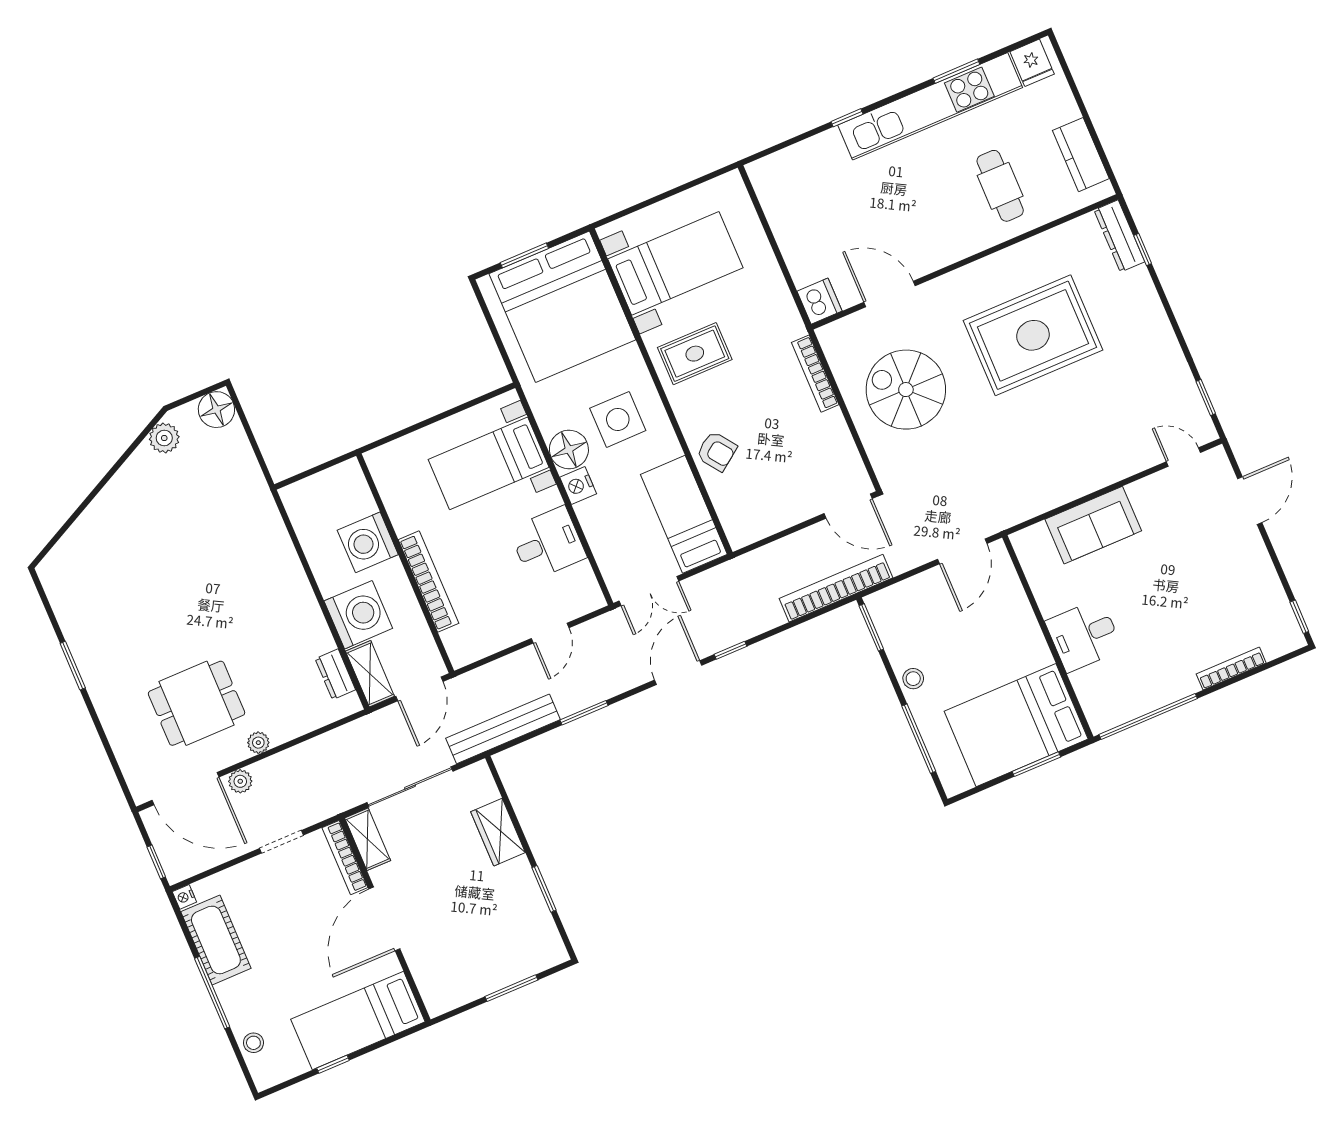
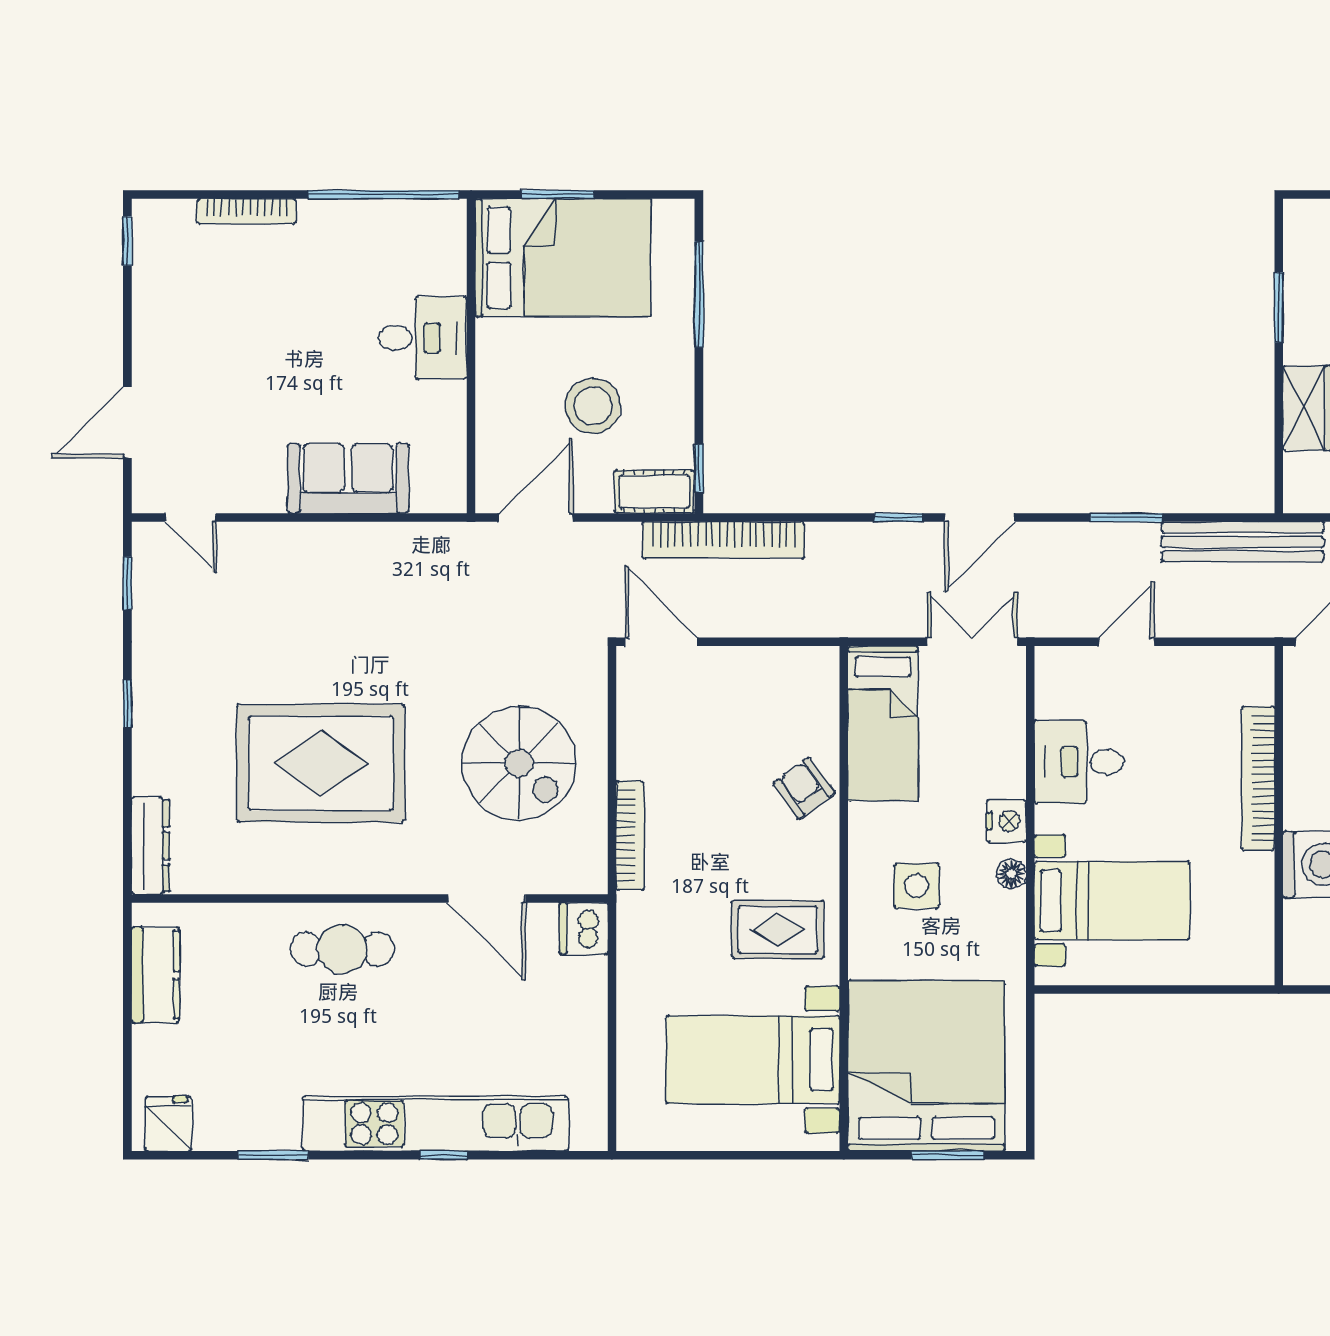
kitchen unit: (930, 106) -> (435, 1124), moved
cafe table: (1000, 186) -> (342, 949), moved, turned 90
window: (1143, 249) -> (127, 704), moved
side table: (618, 419) -> (917, 886), width x0.73, depth x0.73
floor lamp: (569, 449) -> (1011, 874), width x0.53, depth x0.53
cot: (894, 600) -> (654, 492), added
window: (871, 627) -> (699, 468), width x0.67
stool: (913, 679) -> (593, 406), moved, width x1.89, depth x1.89

